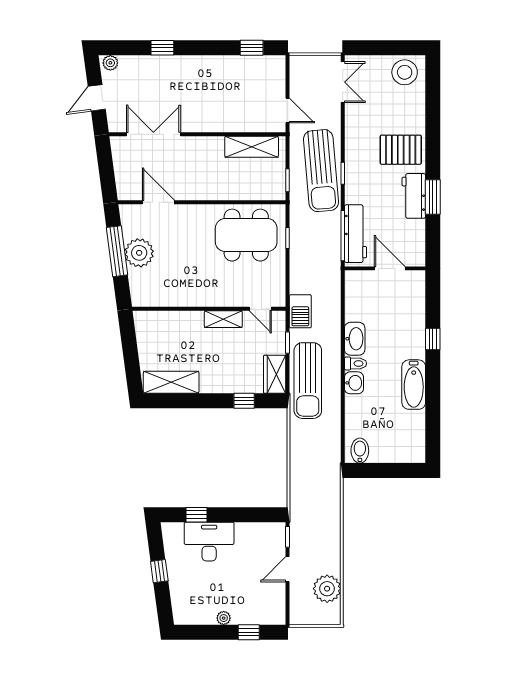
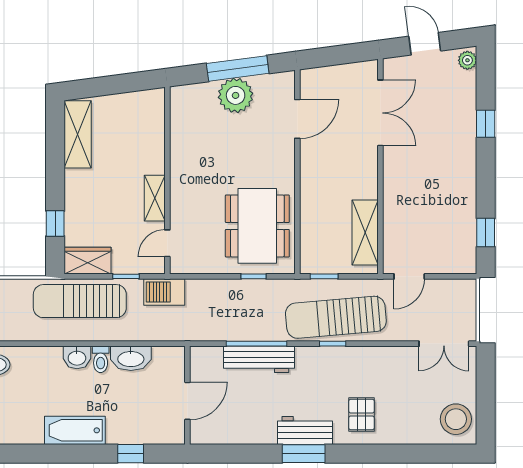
pallet: (401, 150) -> (361, 414), width x0.67, depth x0.71
wall: (385, 268) -> (187, 395), moved
door: (390, 268) -> (187, 401), moved

